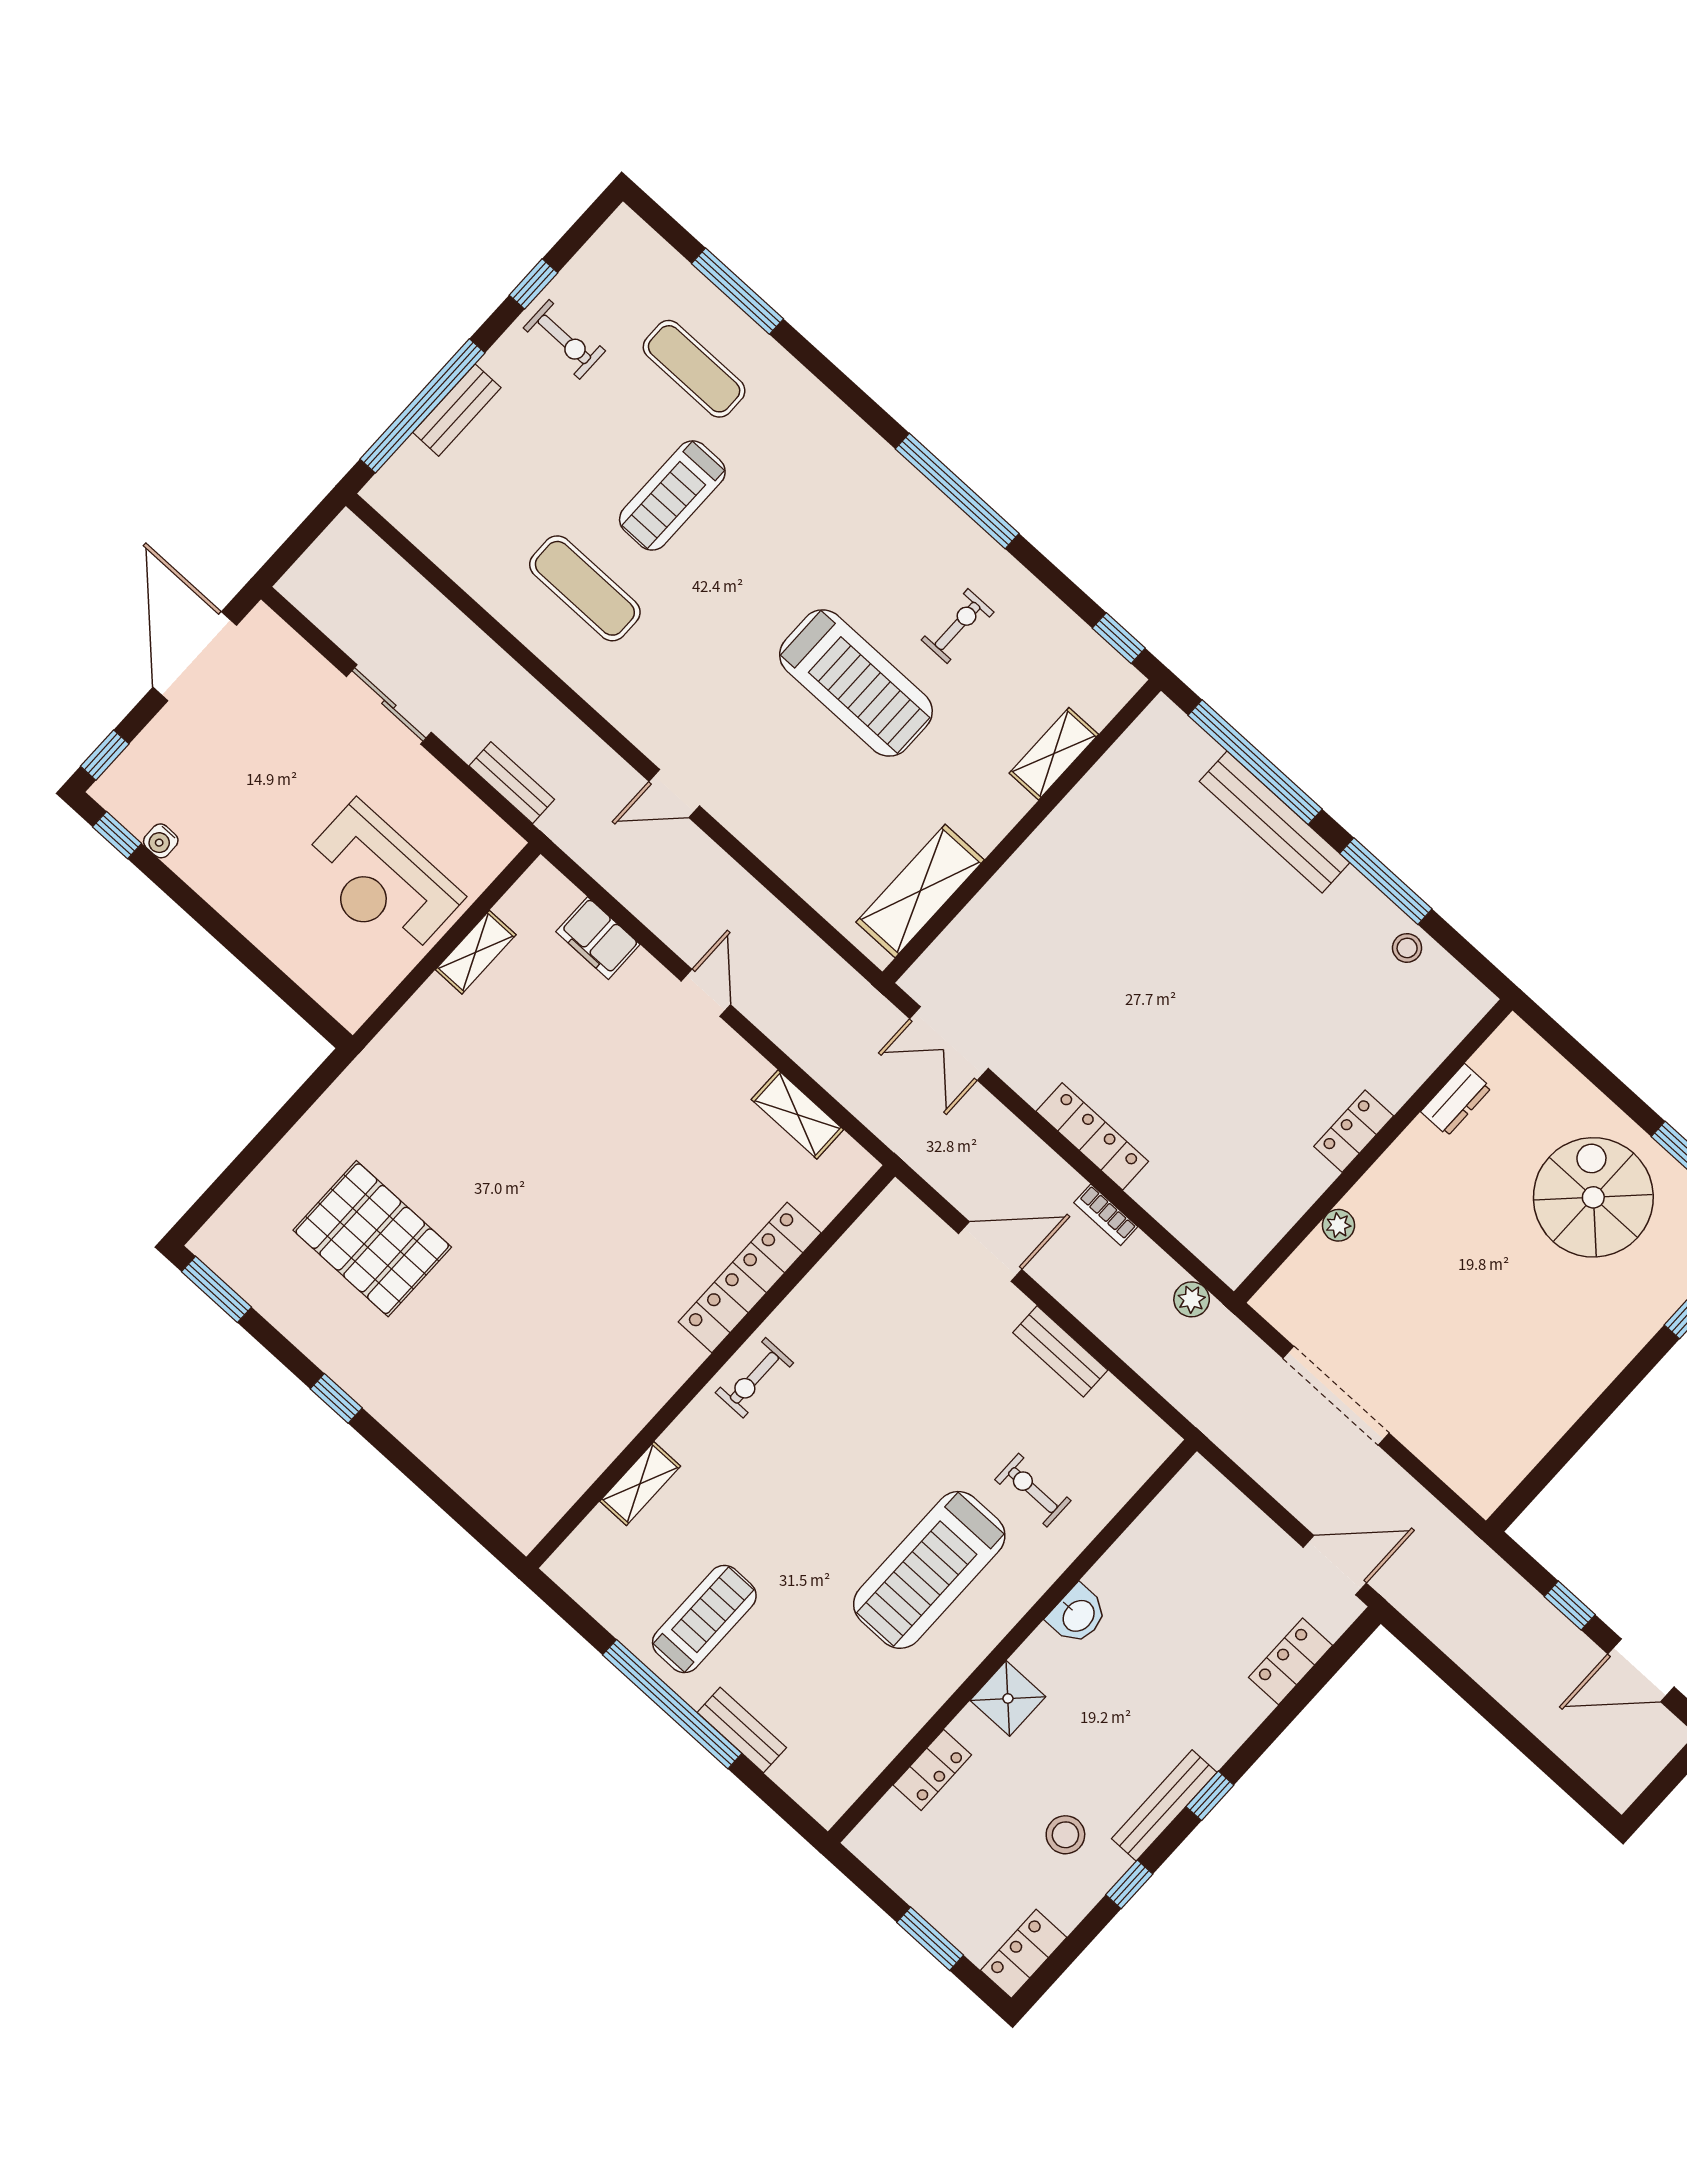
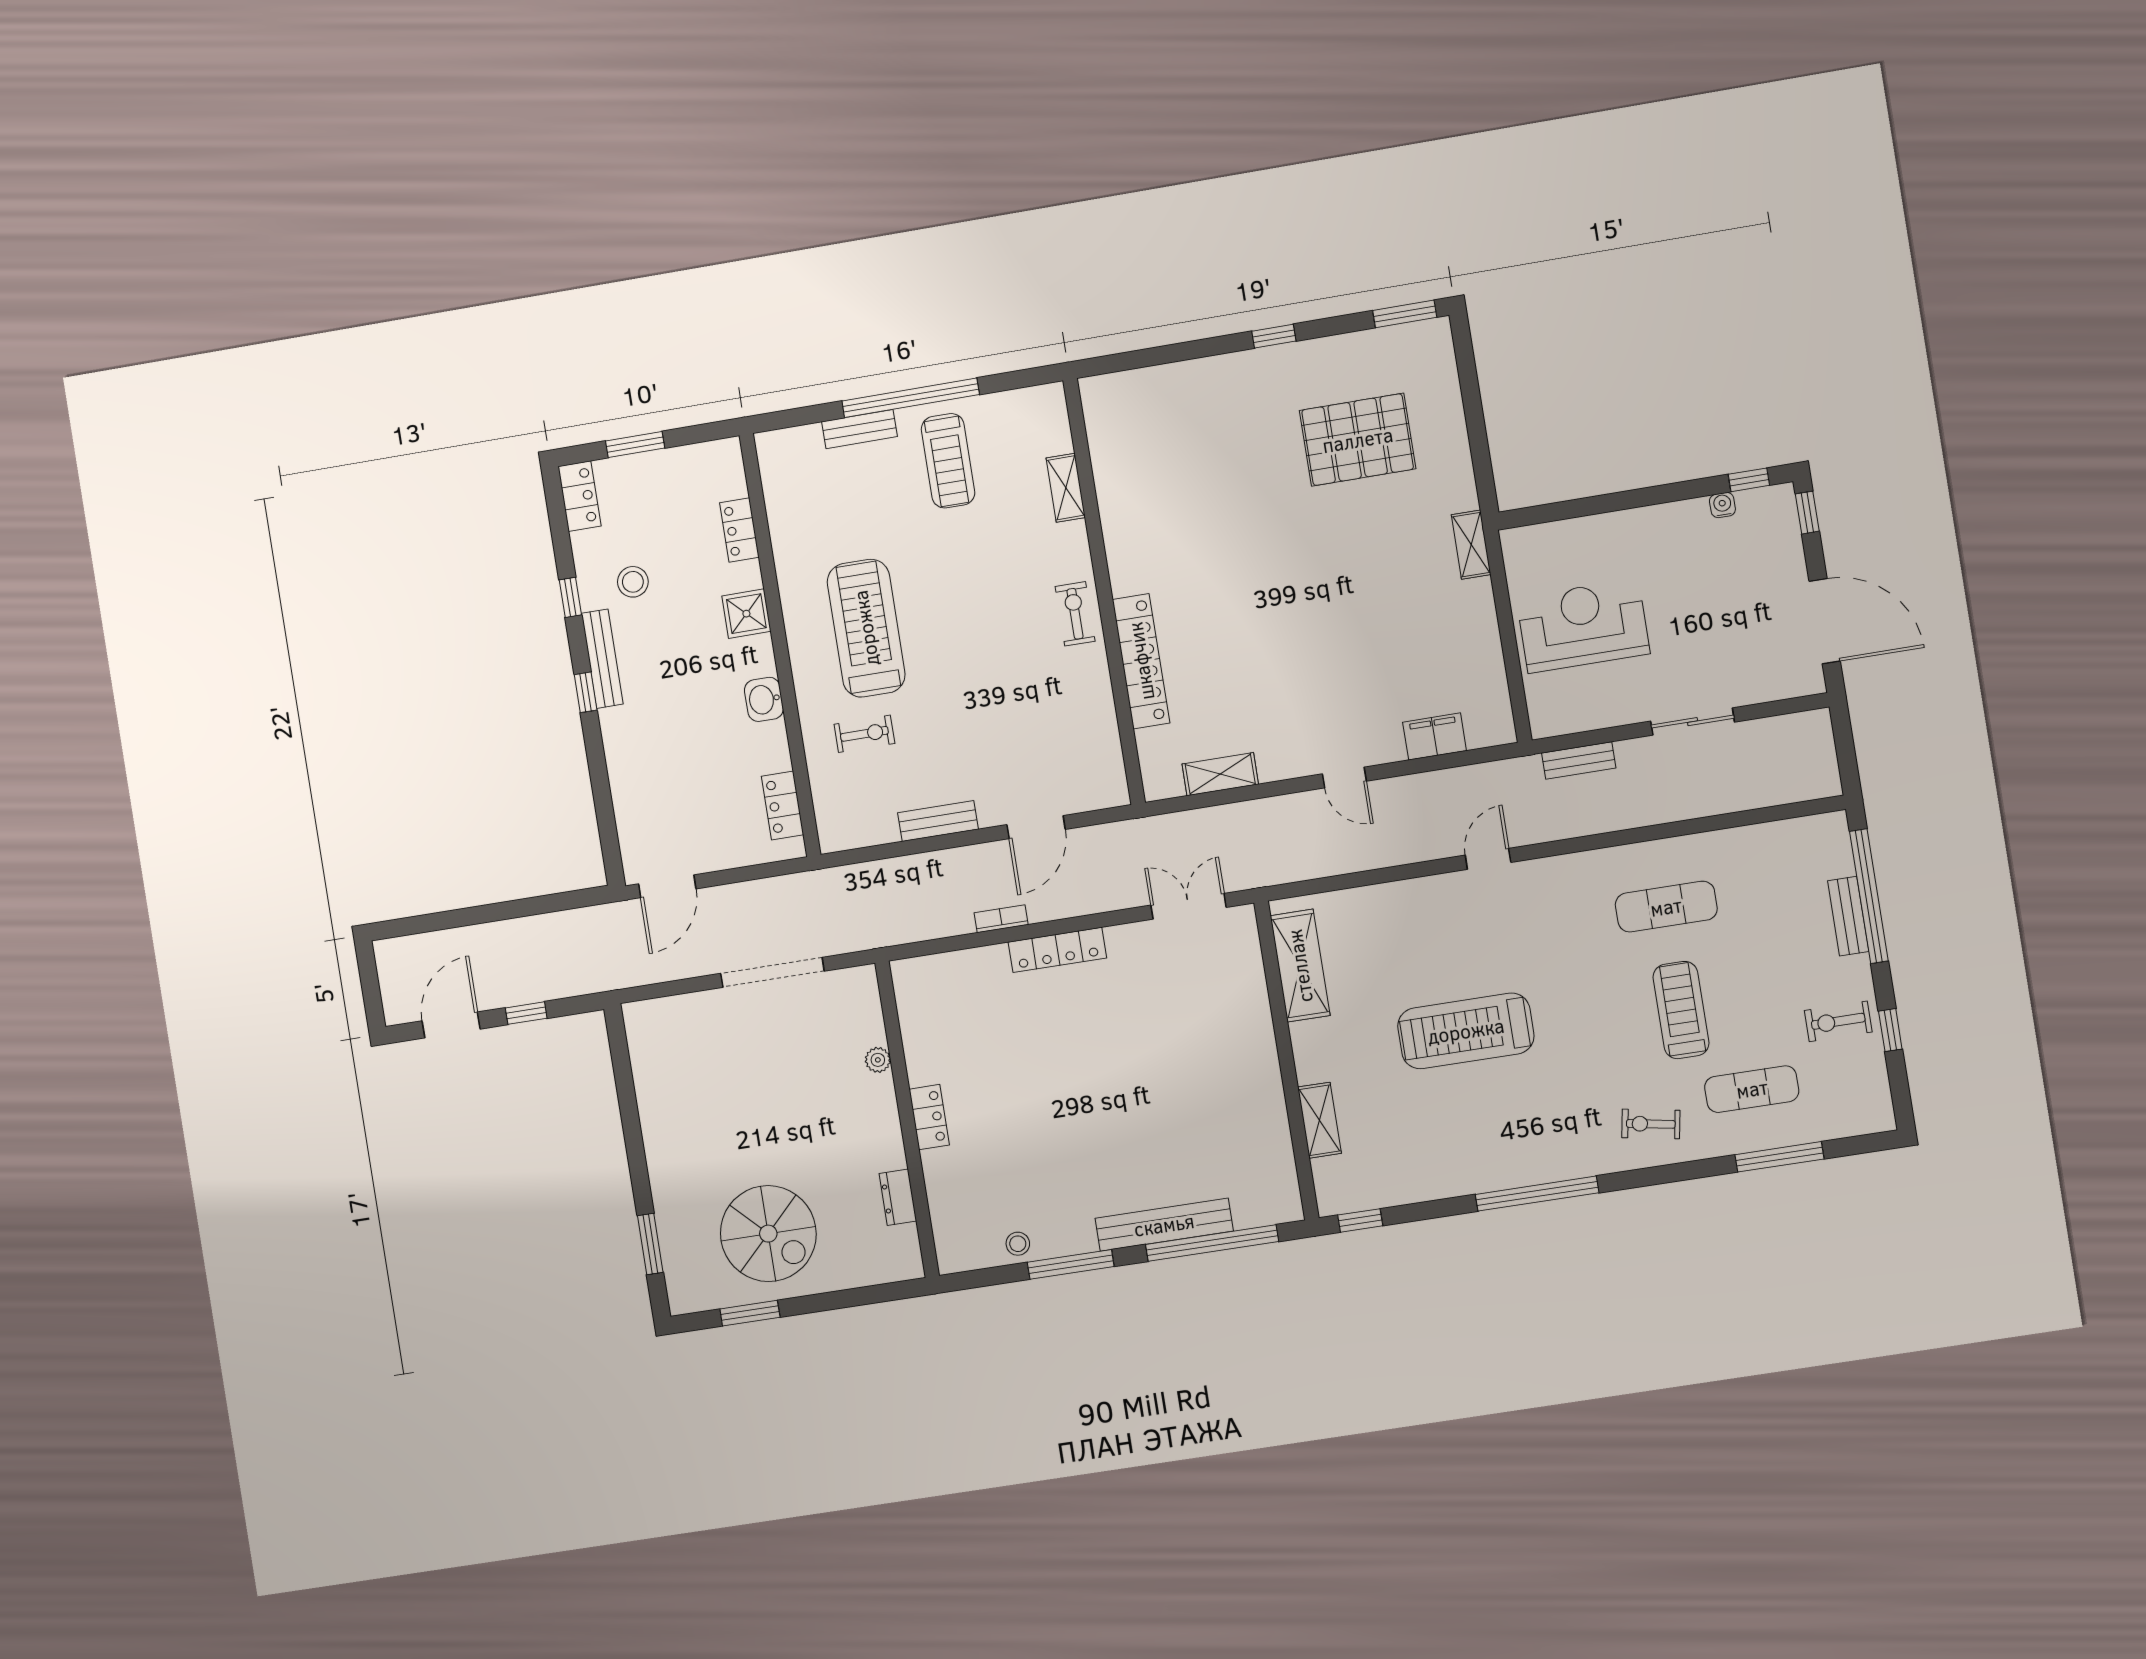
exercise bike: (958, 626) -> (1651, 1124), moved, turned 100
shelving: (476, 952) -> (1471, 545), moved
plant: (1192, 1299) -> (905, 930), removed
locker: (1291, 1661) -> (782, 806), moved, turned 180

